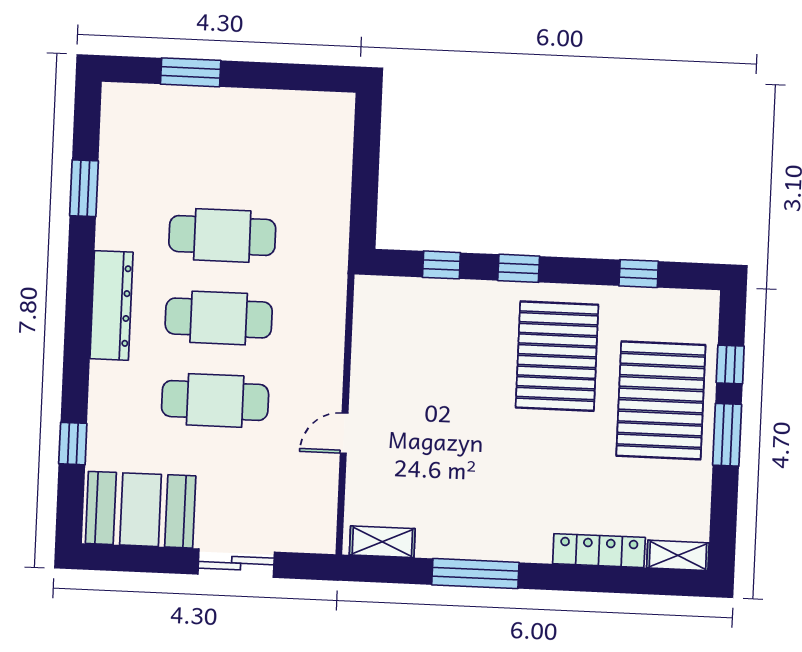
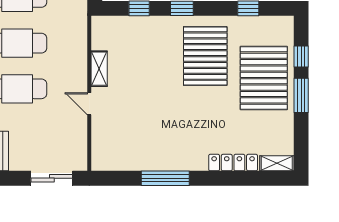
door: (344, 433) -> (89, 104), hinge flipped
shelving: (382, 542) -> (99, 69), moved, turned 90
sliding door: (236, 563) -> (52, 178), moved

